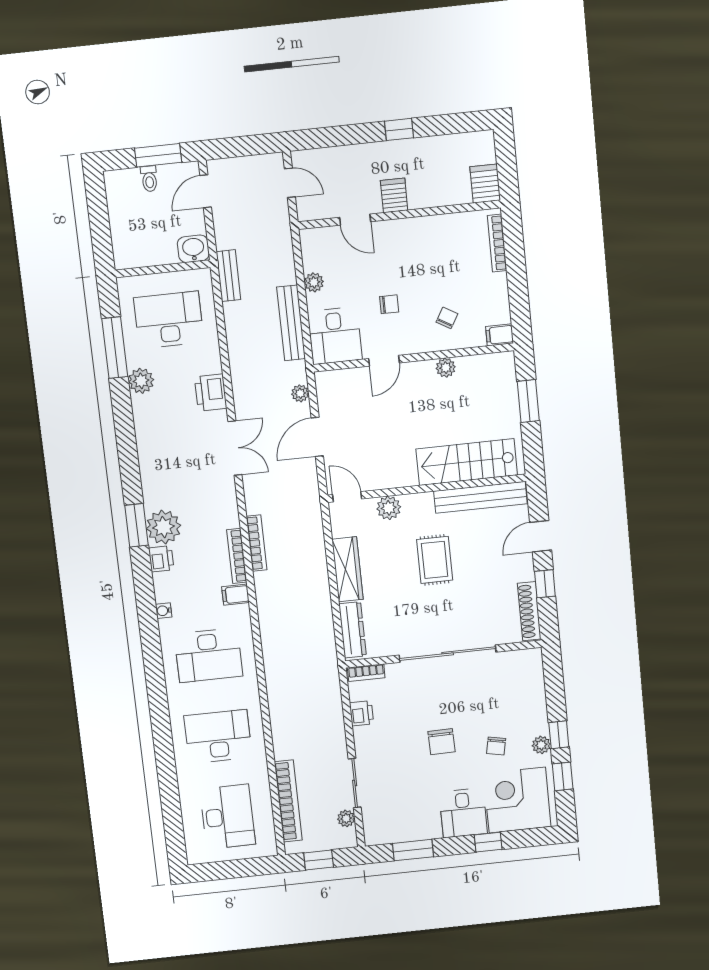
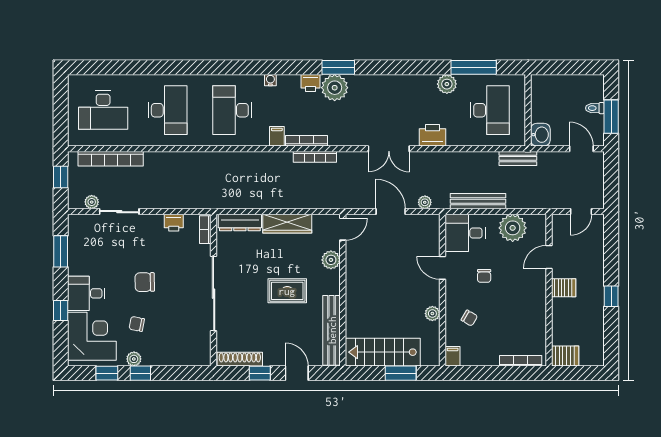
plant: (314, 282) -> (513, 228), width x1.88, depth x1.88
stairs: (467, 462) -> (383, 352), moved, turned -90

